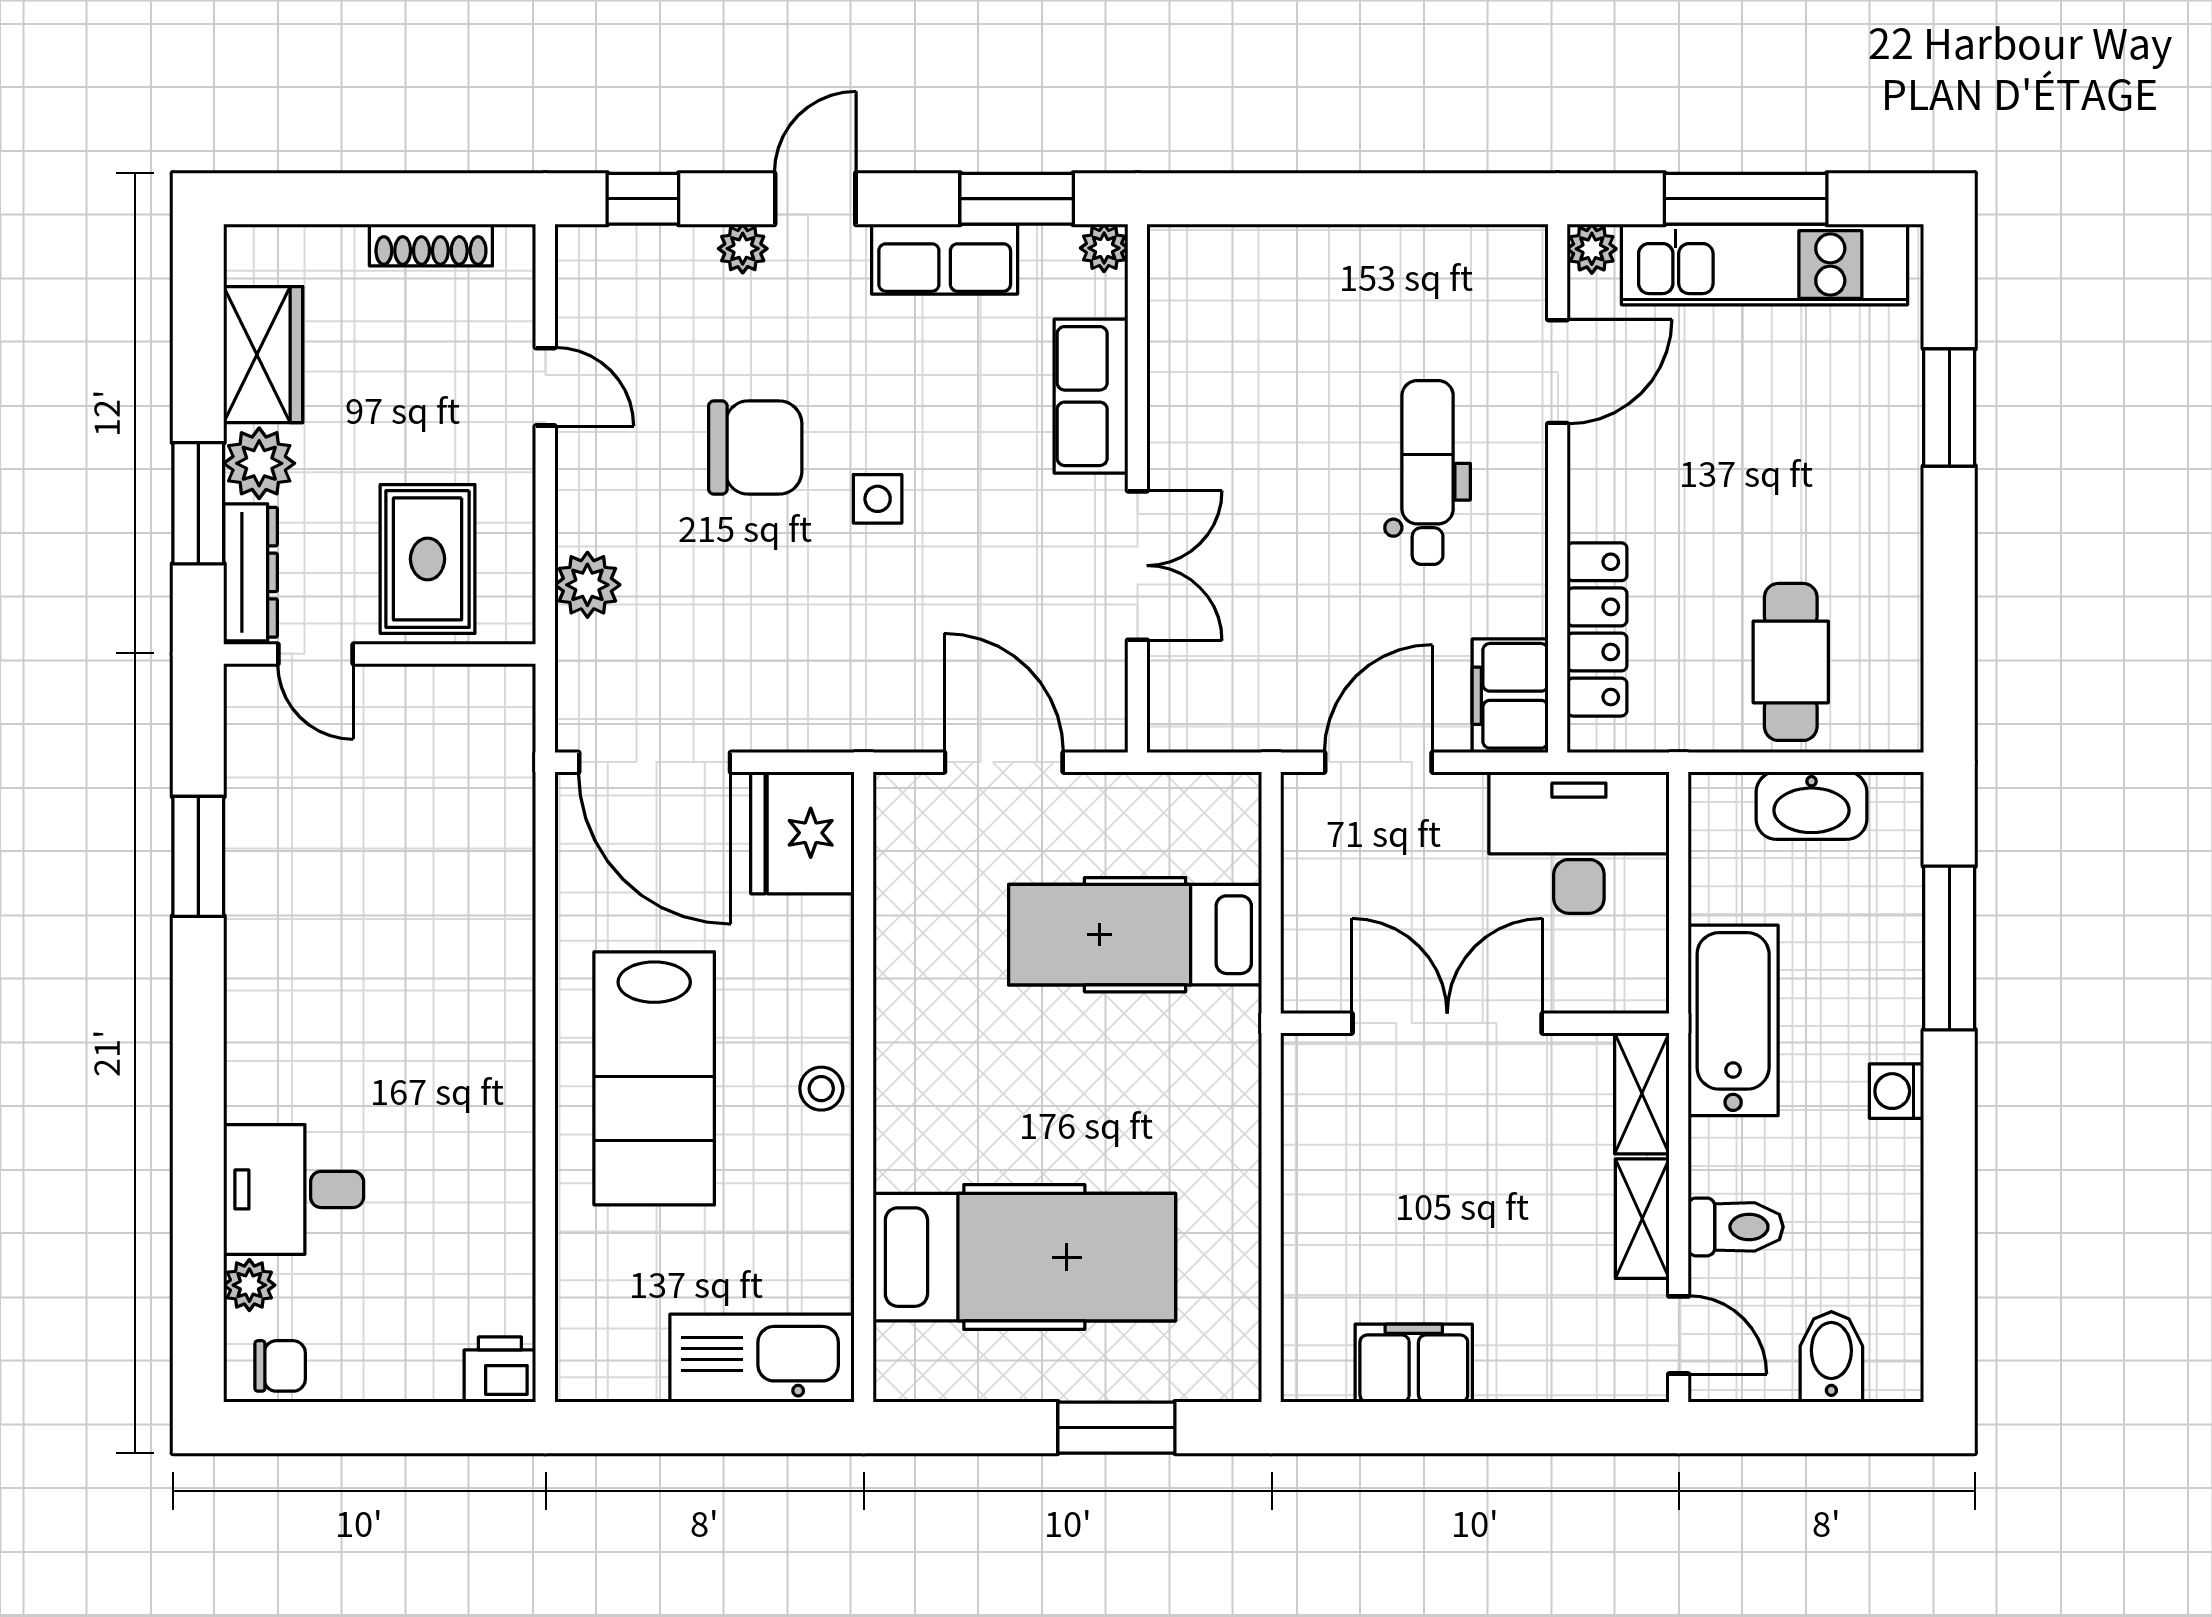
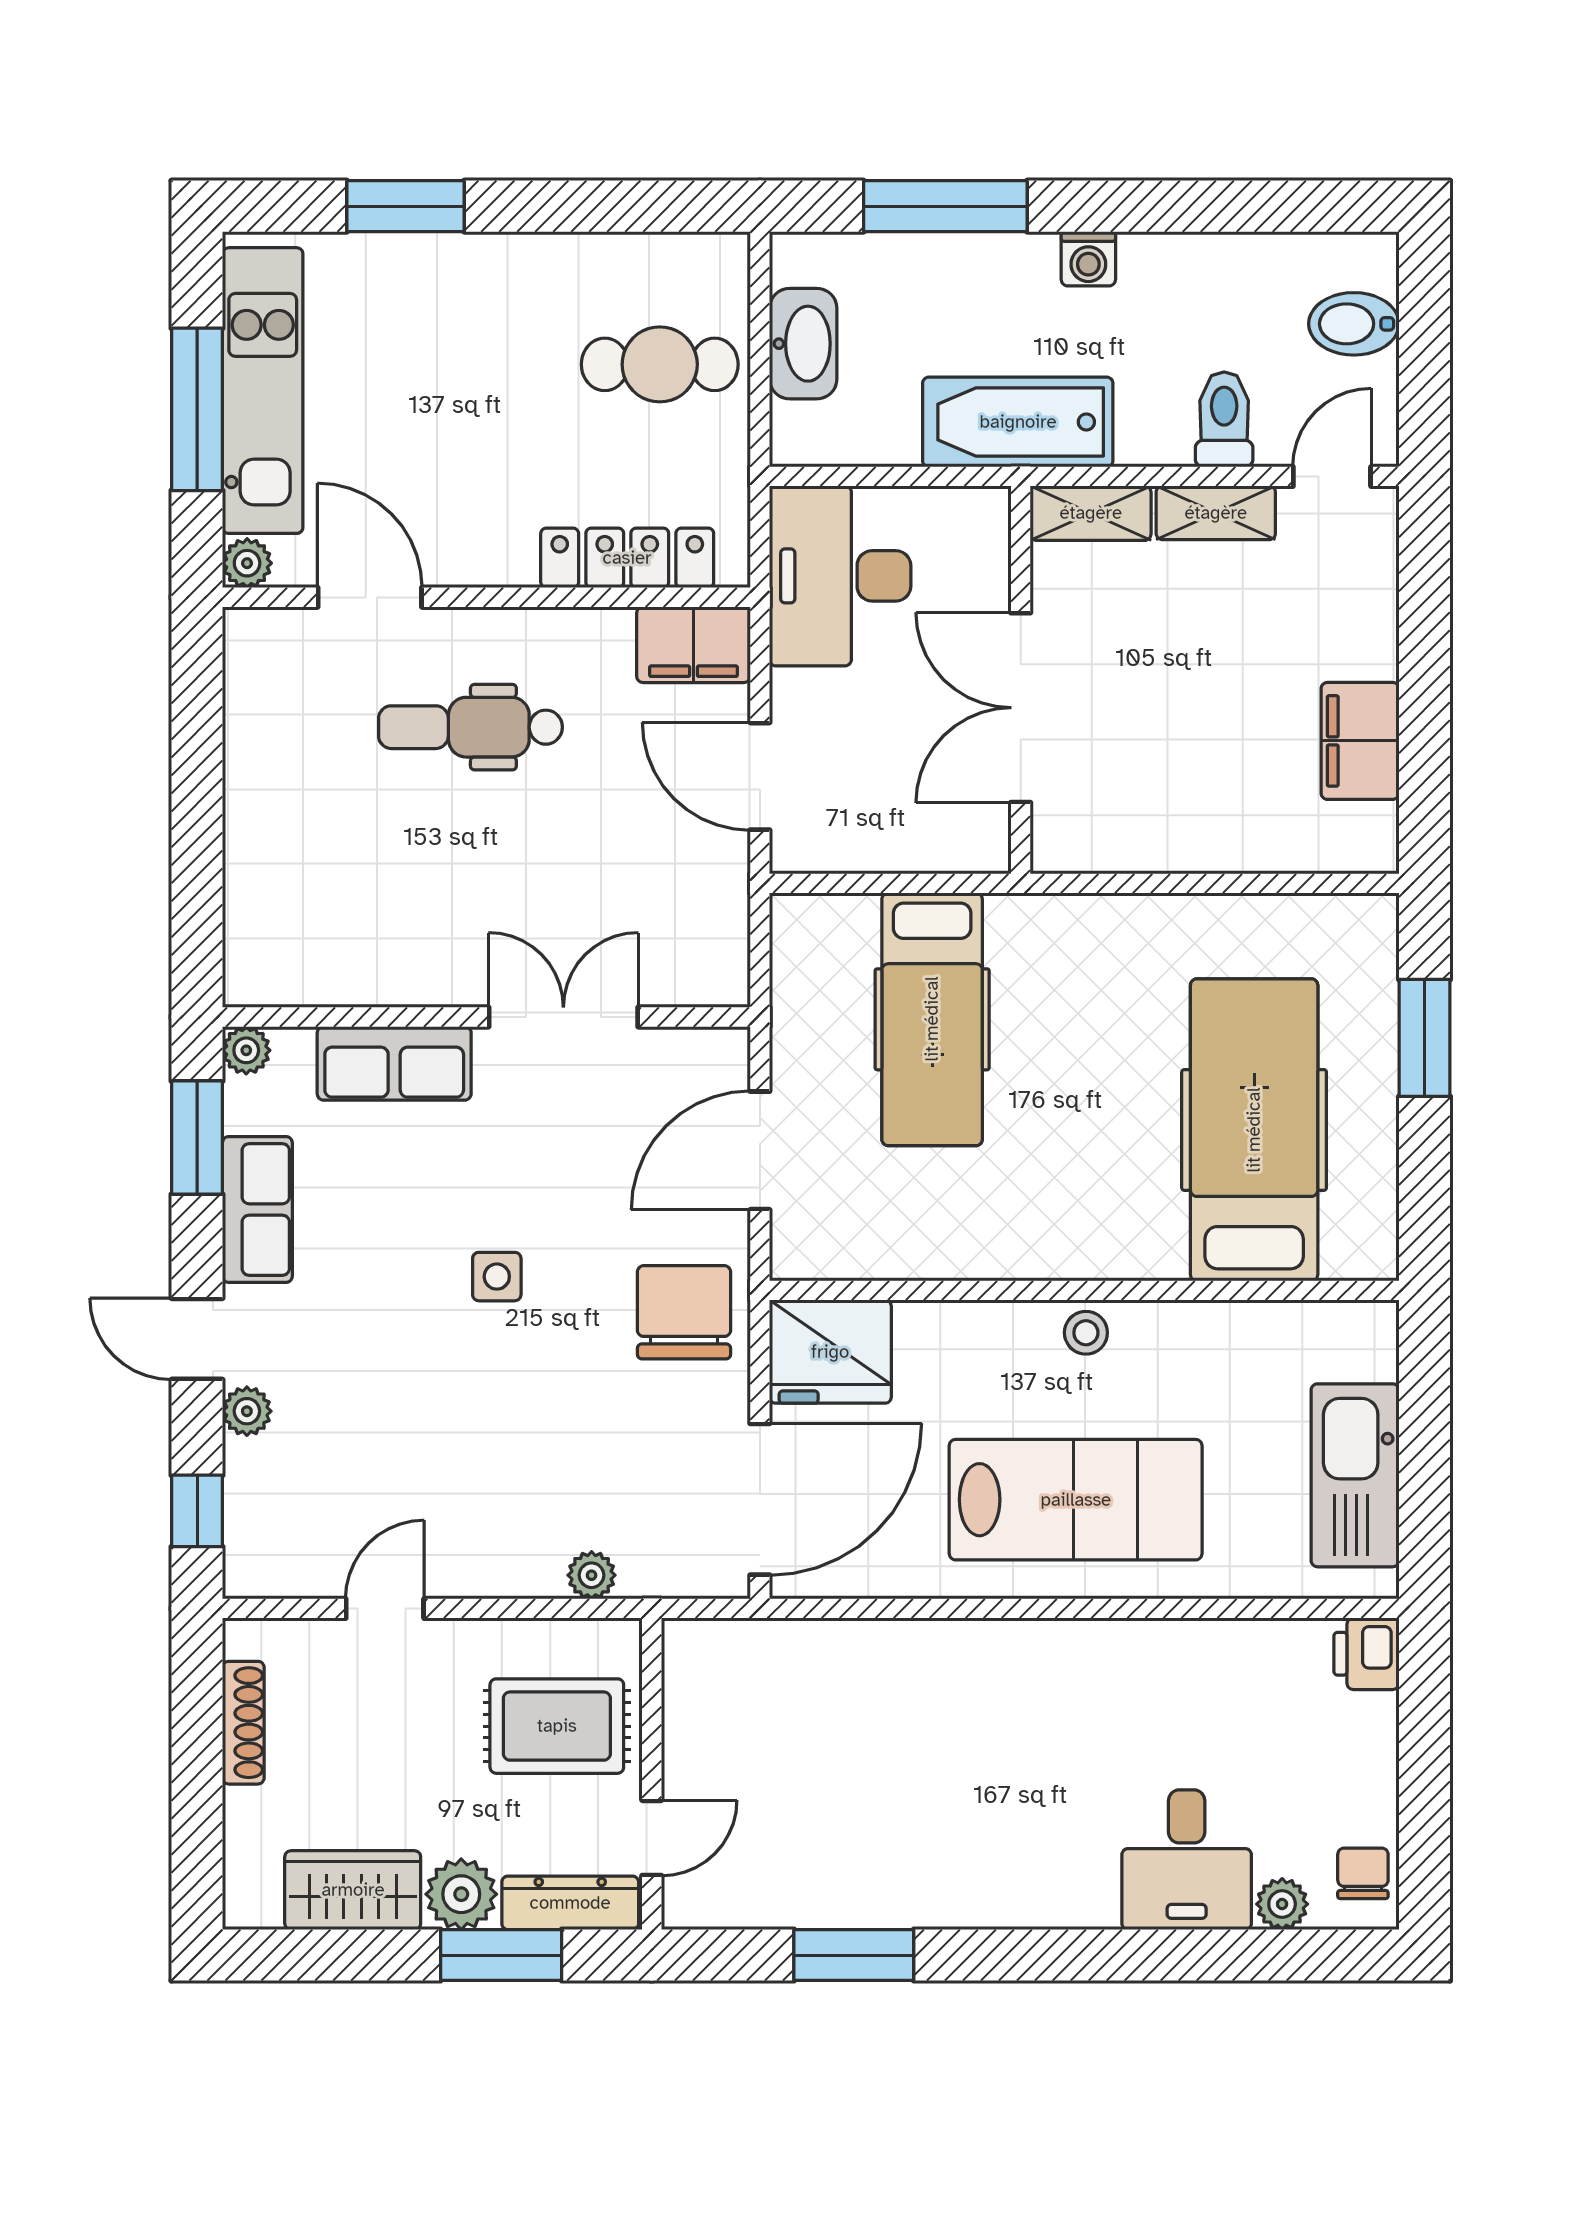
chair: (755, 448) -> (684, 1312), moved
plant: (587, 585) -> (592, 1575), width x0.73, depth x0.73
kitchen sink: (761, 1358) -> (1355, 1475), moved

